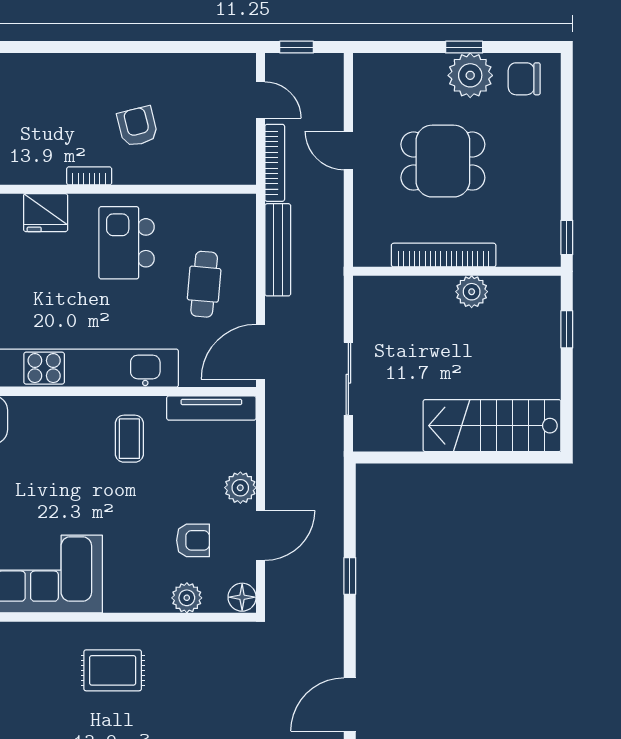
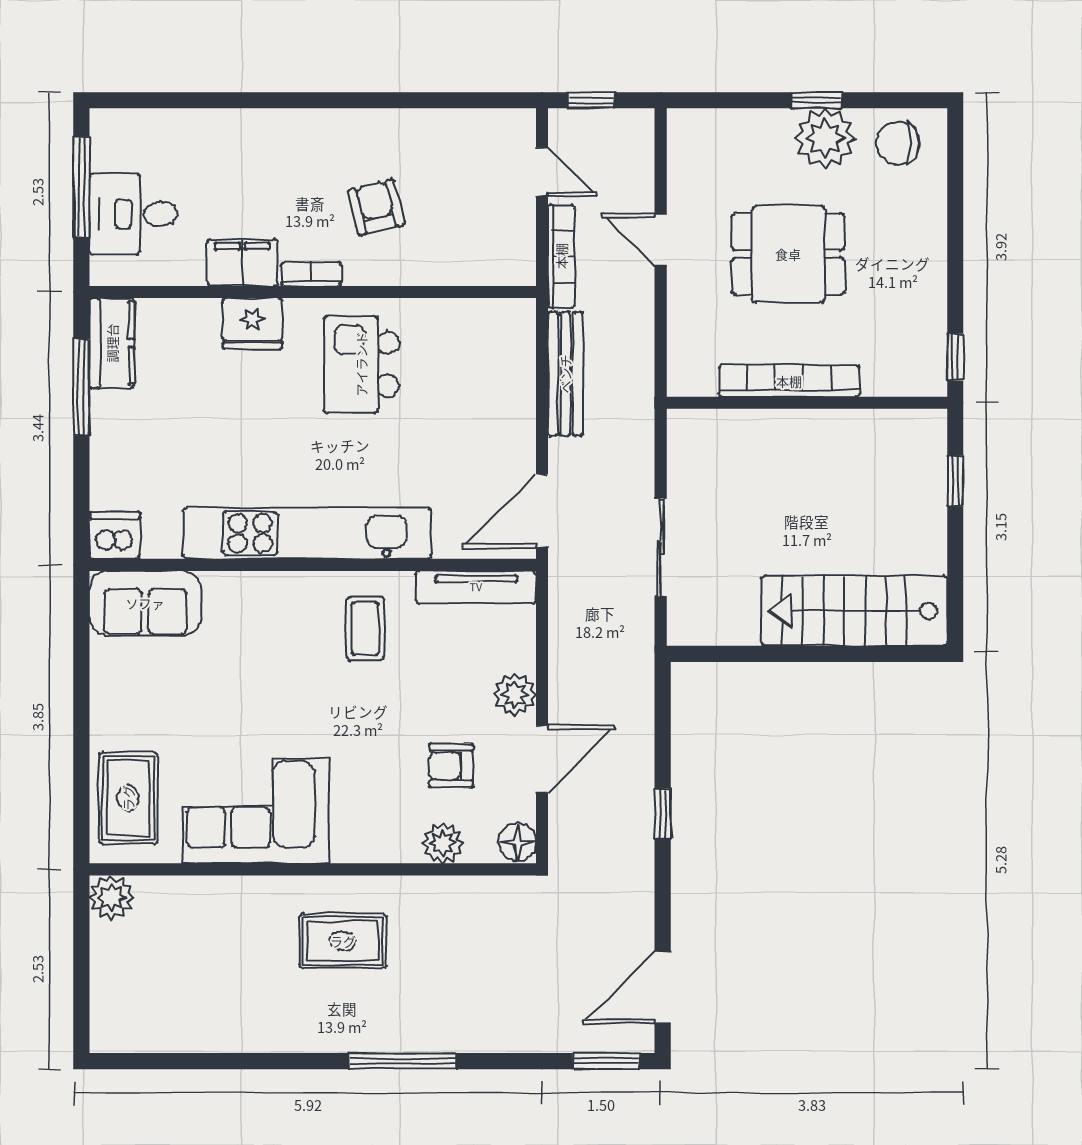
filing cabinet: (38, 167) -> (242, 263), added
cafe table: (204, 284) -> (466, 420), removed
plant: (472, 292) -> (827, 430), removed
armchair: (193, 540) -> (451, 766), turned 180

